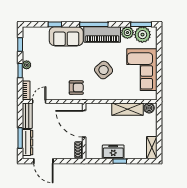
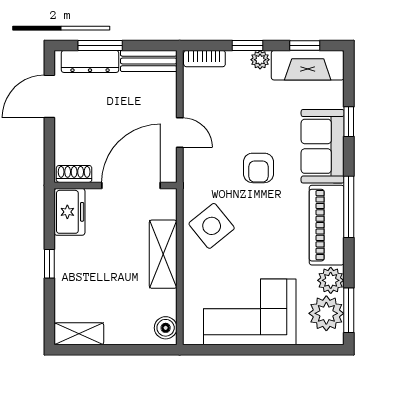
fireplace: (29, 43) -> (308, 65), added
side table: (104, 70) -> (212, 226), moved
armchair: (76, 88) -> (258, 168), moved
door: (39, 102) -> (180, 133), moved
shelving: (127, 109) -> (163, 254), moved
freezer: (113, 152) -> (70, 212), moved

